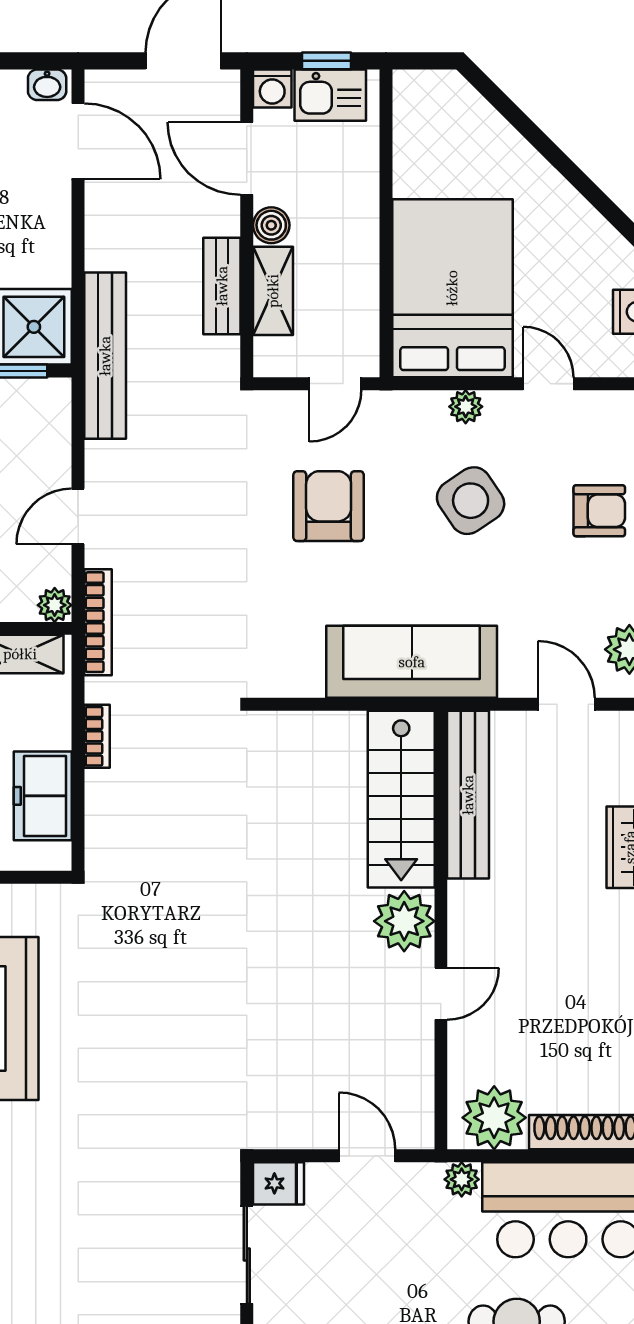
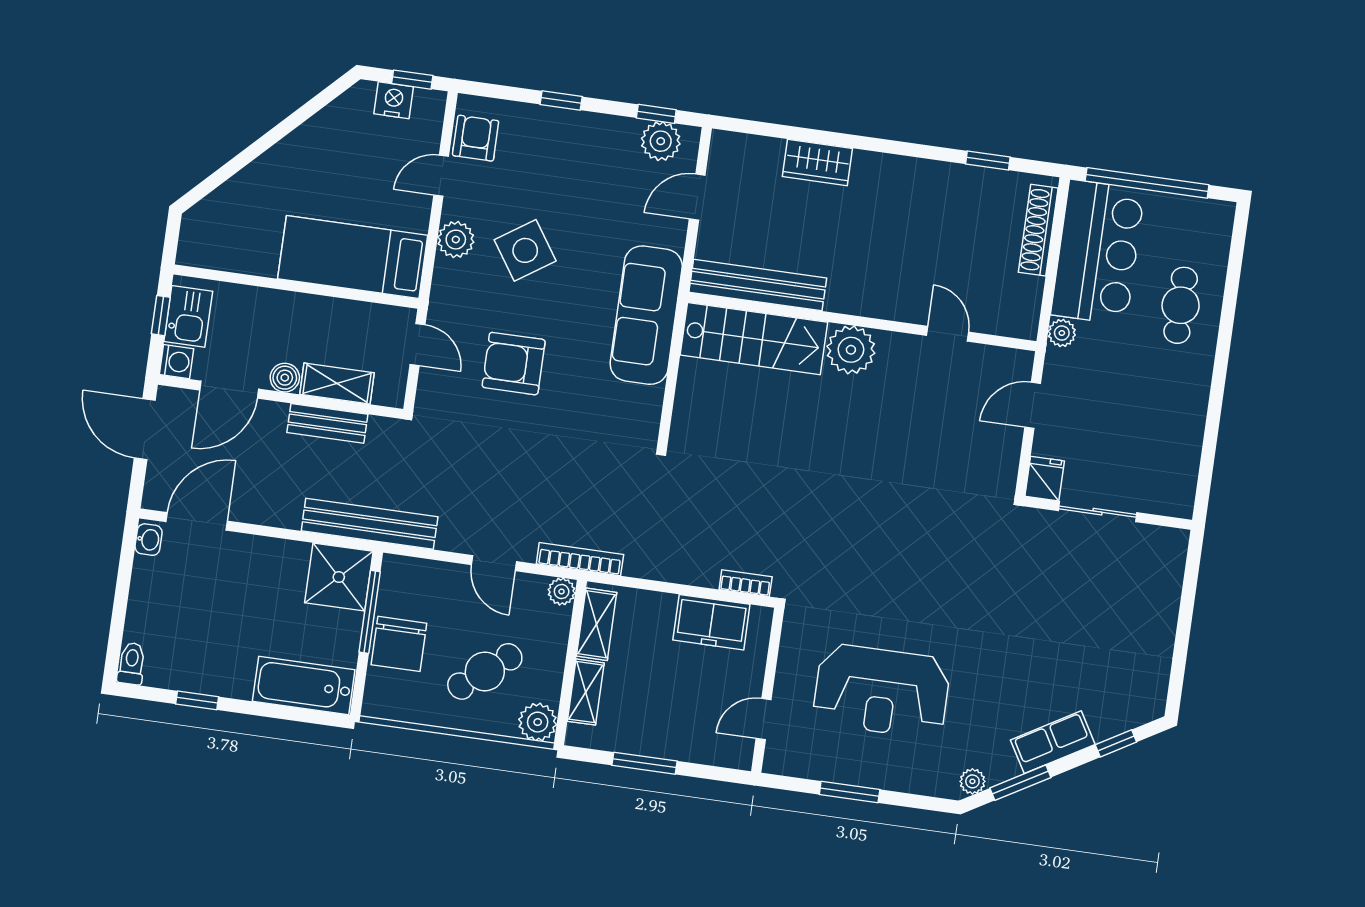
bed: (452, 288) -> (353, 257), width x0.67
plant: (466, 407) -> (456, 240), width x1.38, depth x1.38
armchair: (599, 511) -> (476, 138), moved
bookcase: (97, 736) -> (746, 583), moved
door: (441, 994) -> (948, 334), moved
plant: (494, 1118) -> (1017, 300), removed

